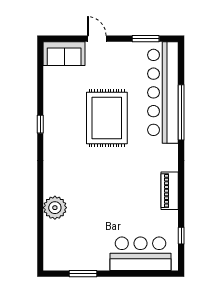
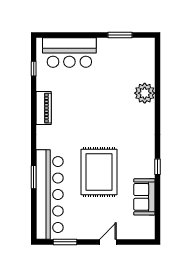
door: (97, 39) -> (108, 242), swing flipped
sofa: (64, 54) -> (144, 197), moved, turned -90
window: (181, 112) -> (34, 177), width x0.47

